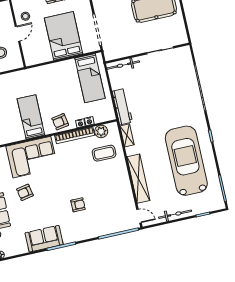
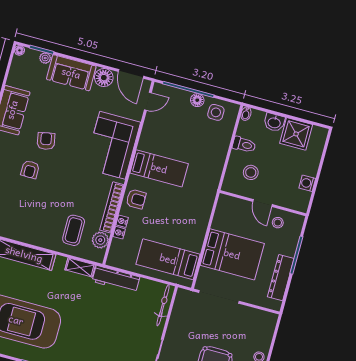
armchair: (60, 122) -> (136, 199), turned 100
armchair: (25, 192) -> (46, 141), moved

